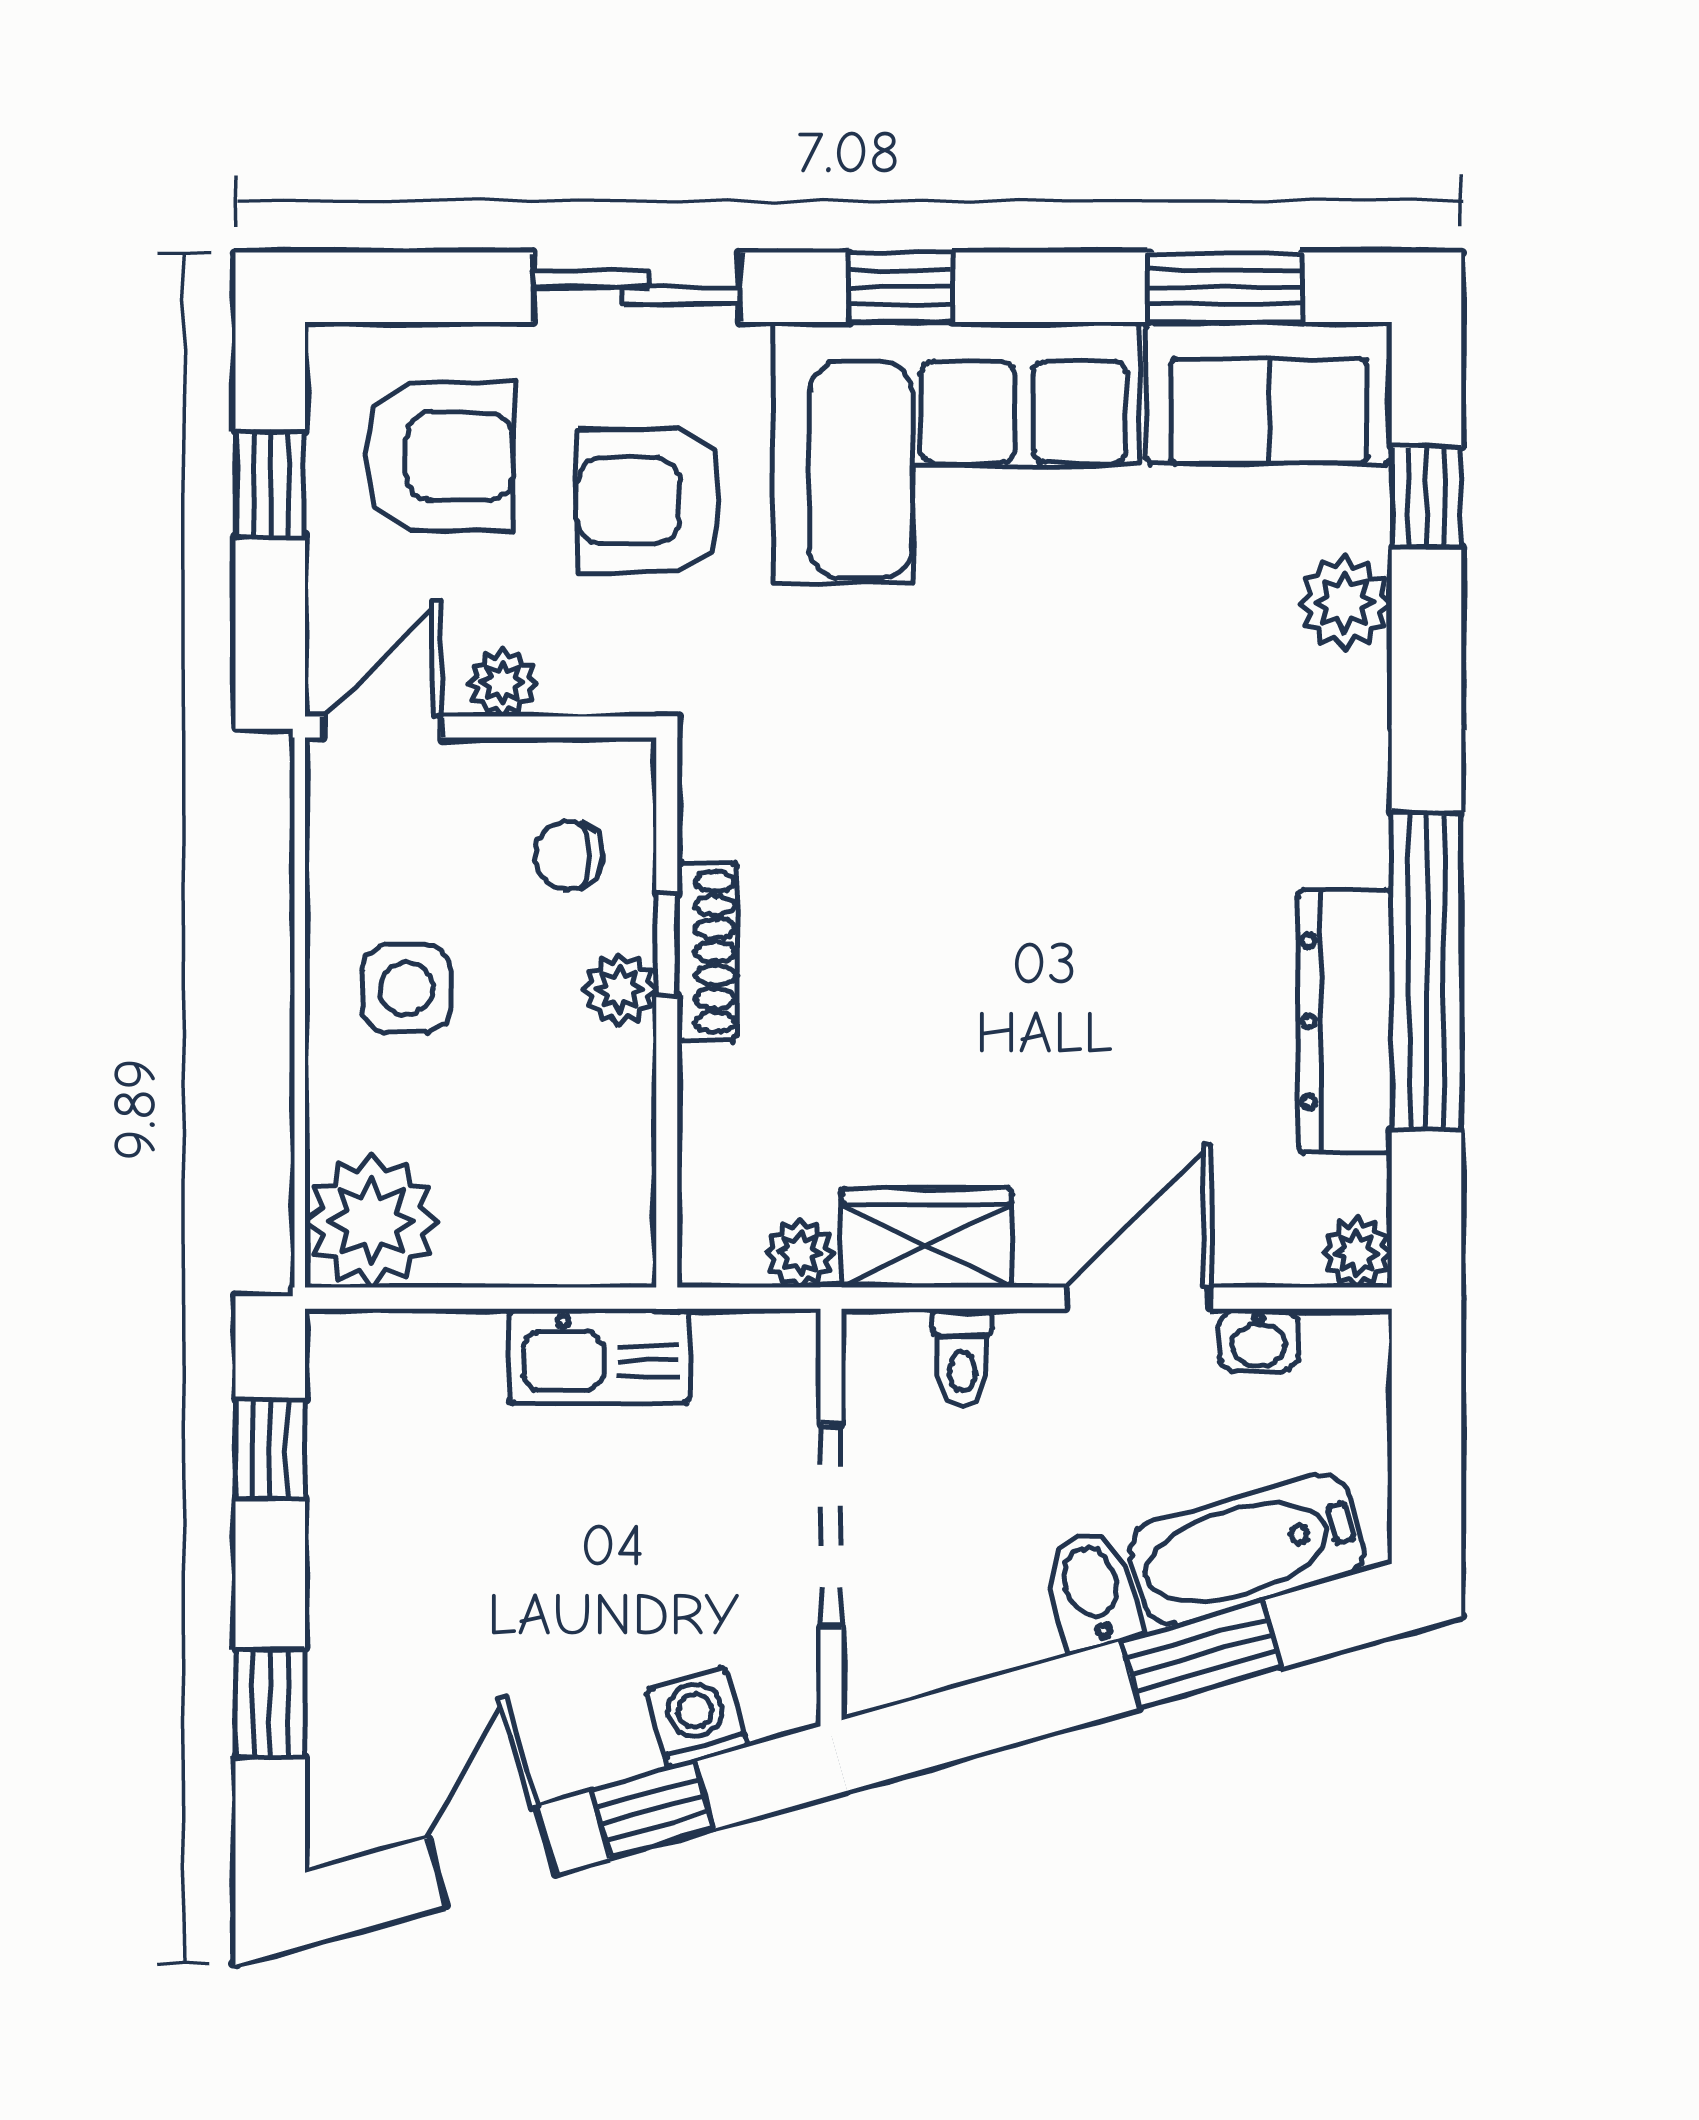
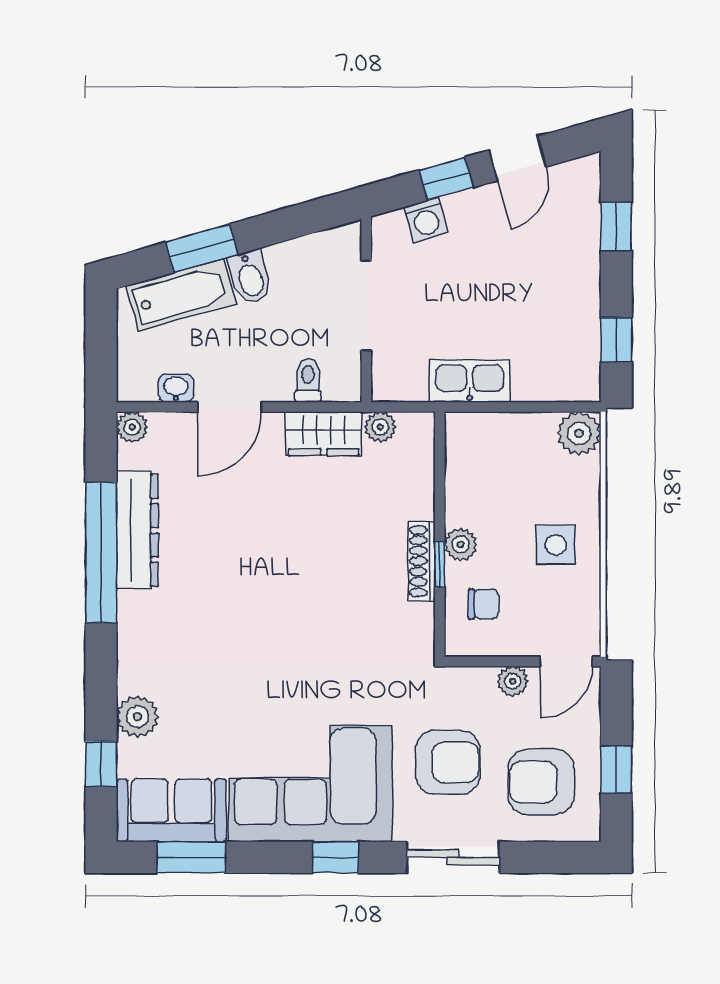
plant: (372, 1221) -> (579, 433), width x0.73, depth x0.73

